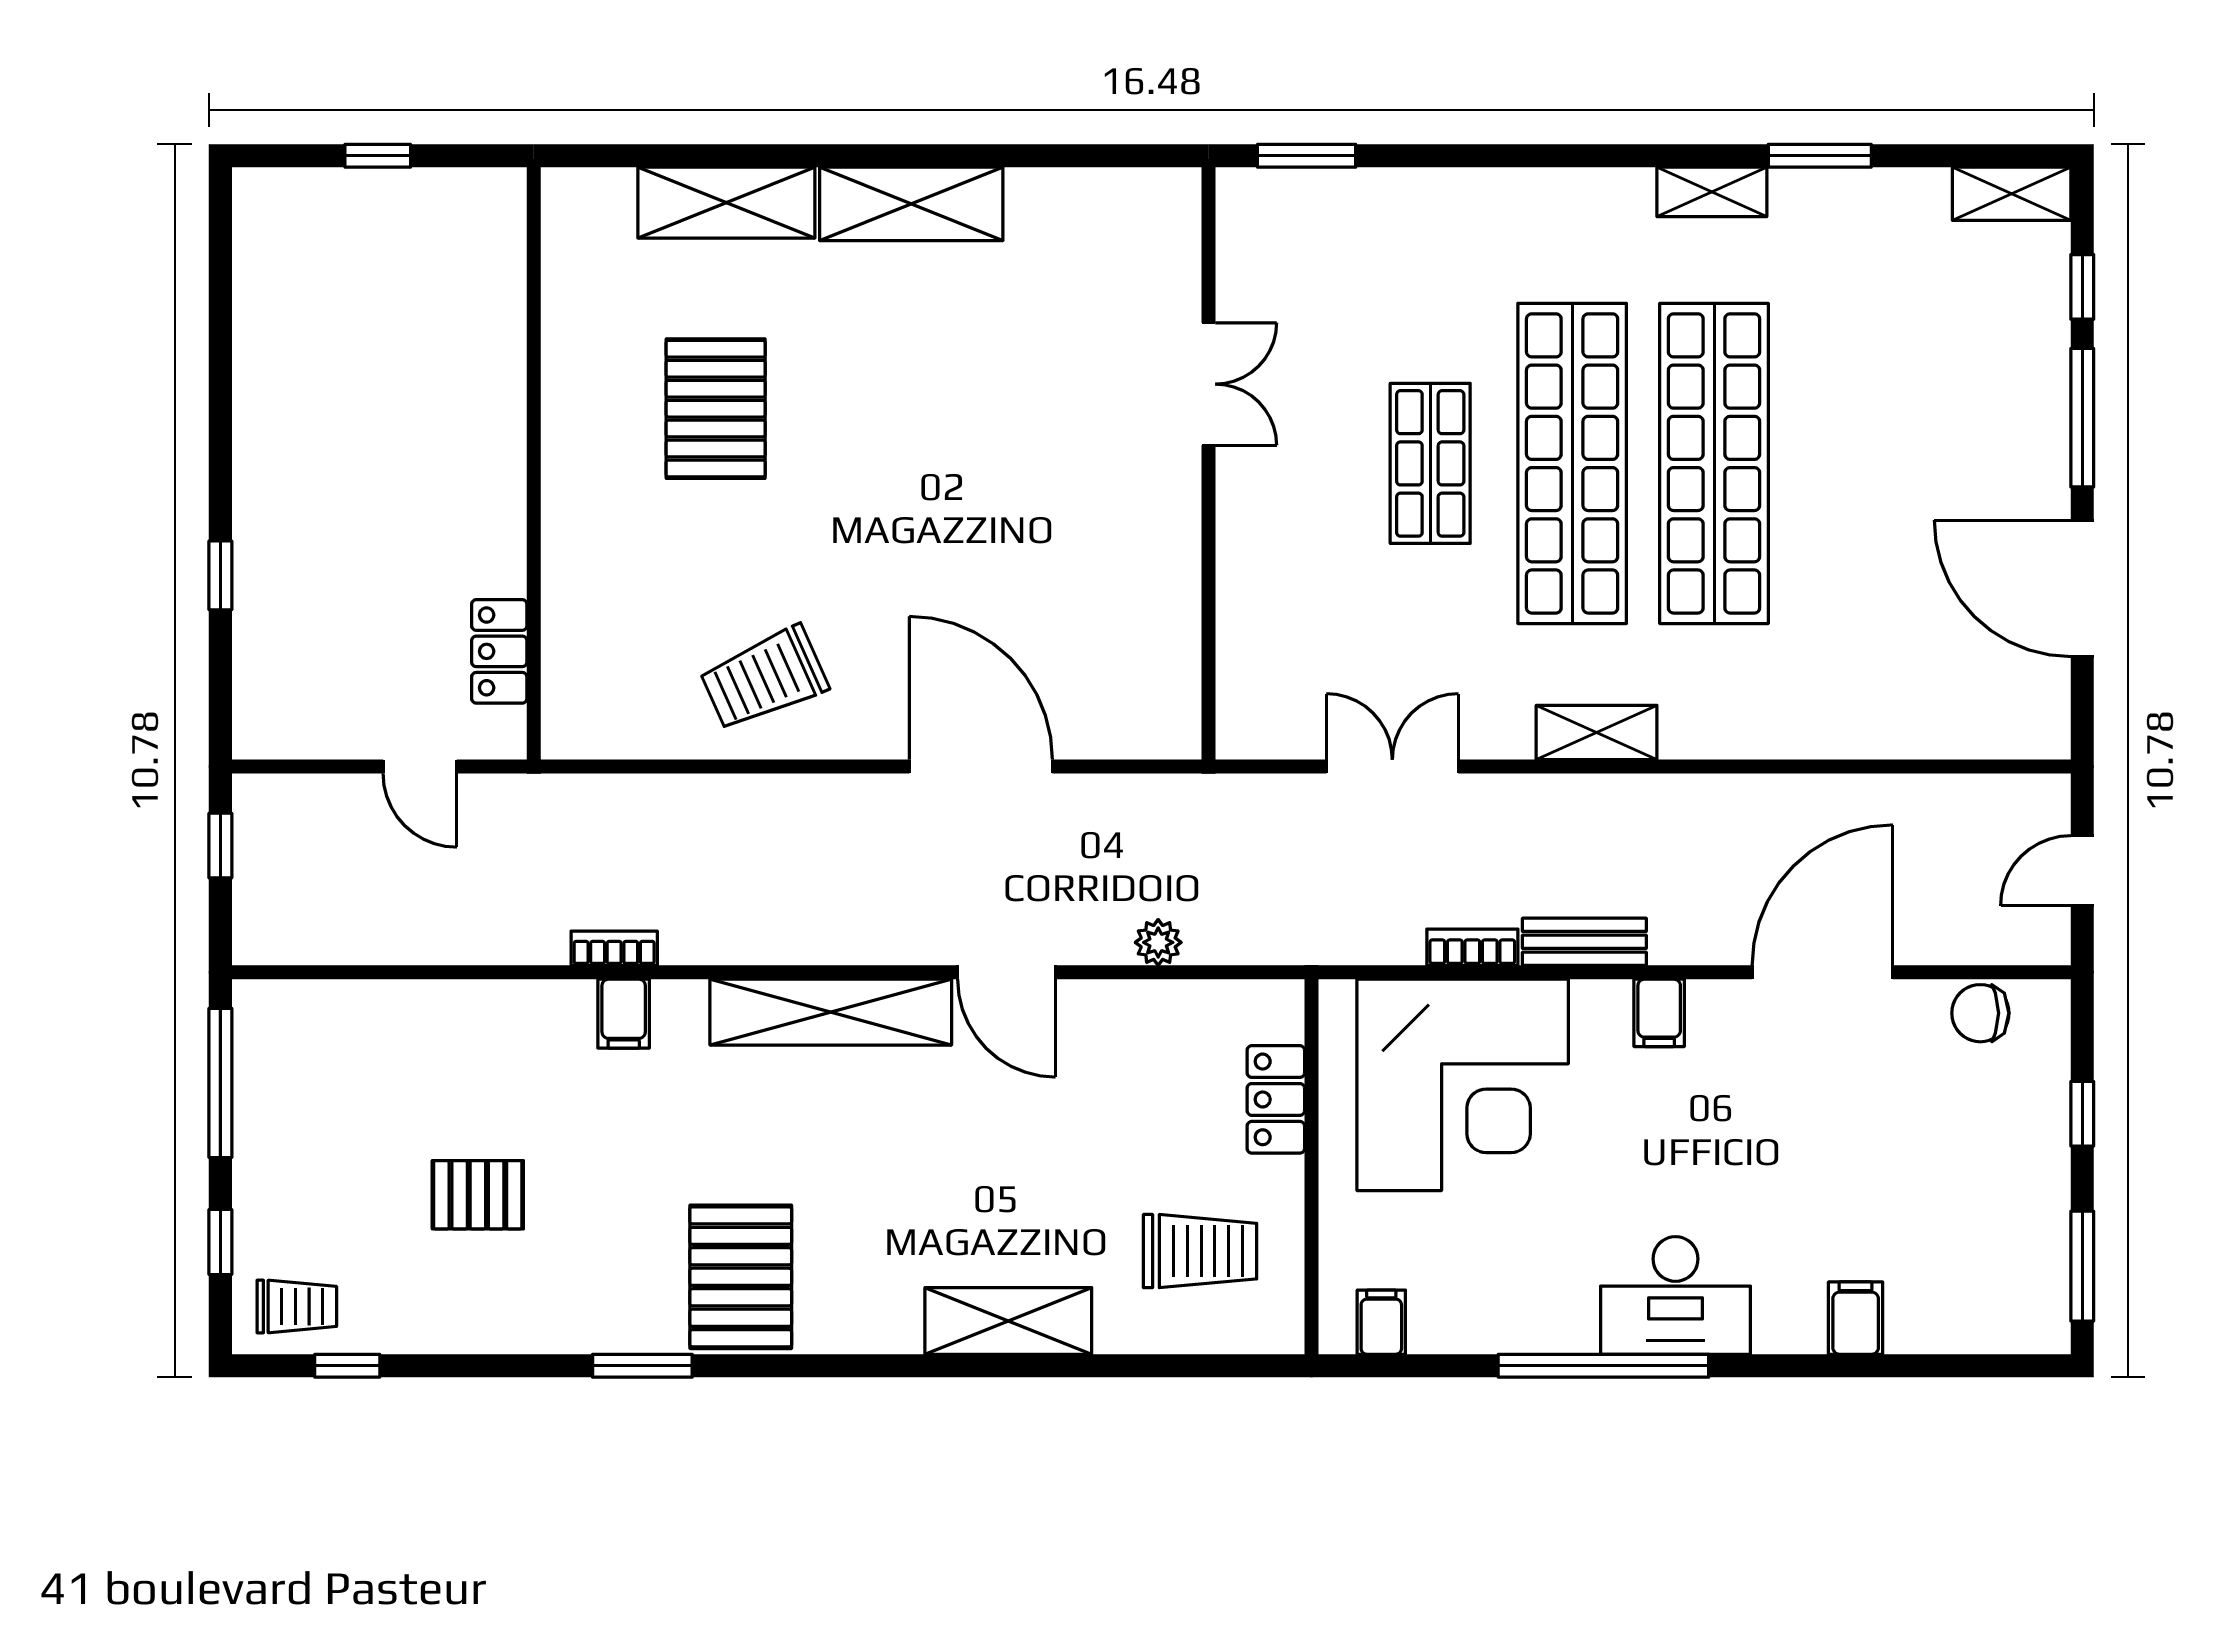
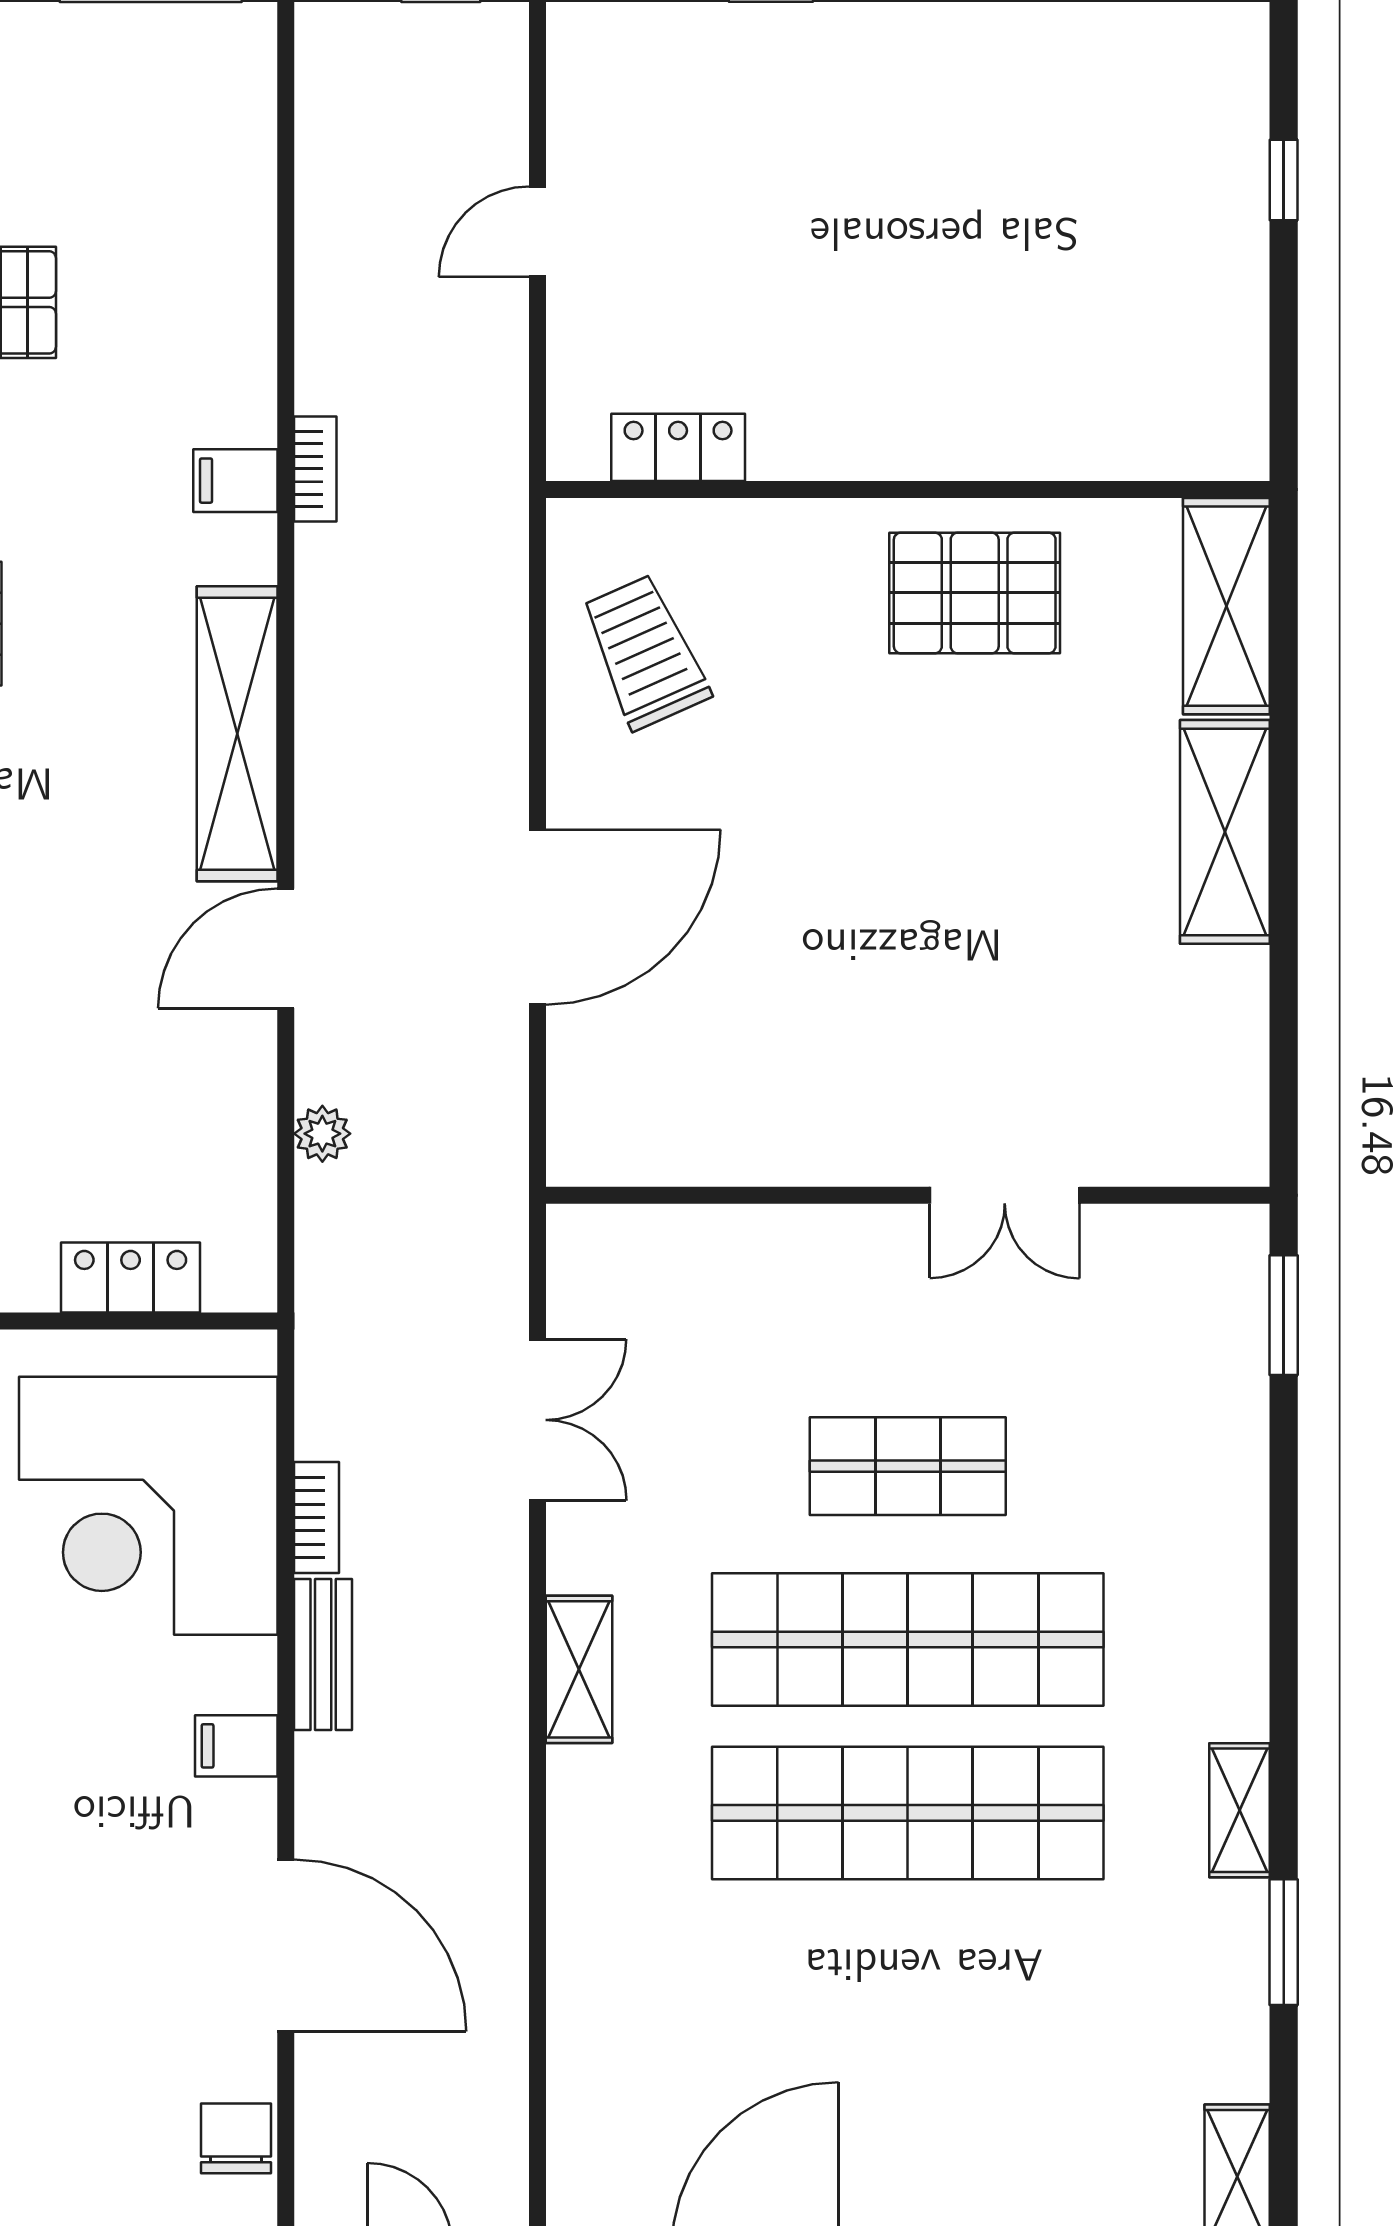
wall: (534, 463) -> (908, 489), moved
locker: (499, 651) -> (678, 447), moved

